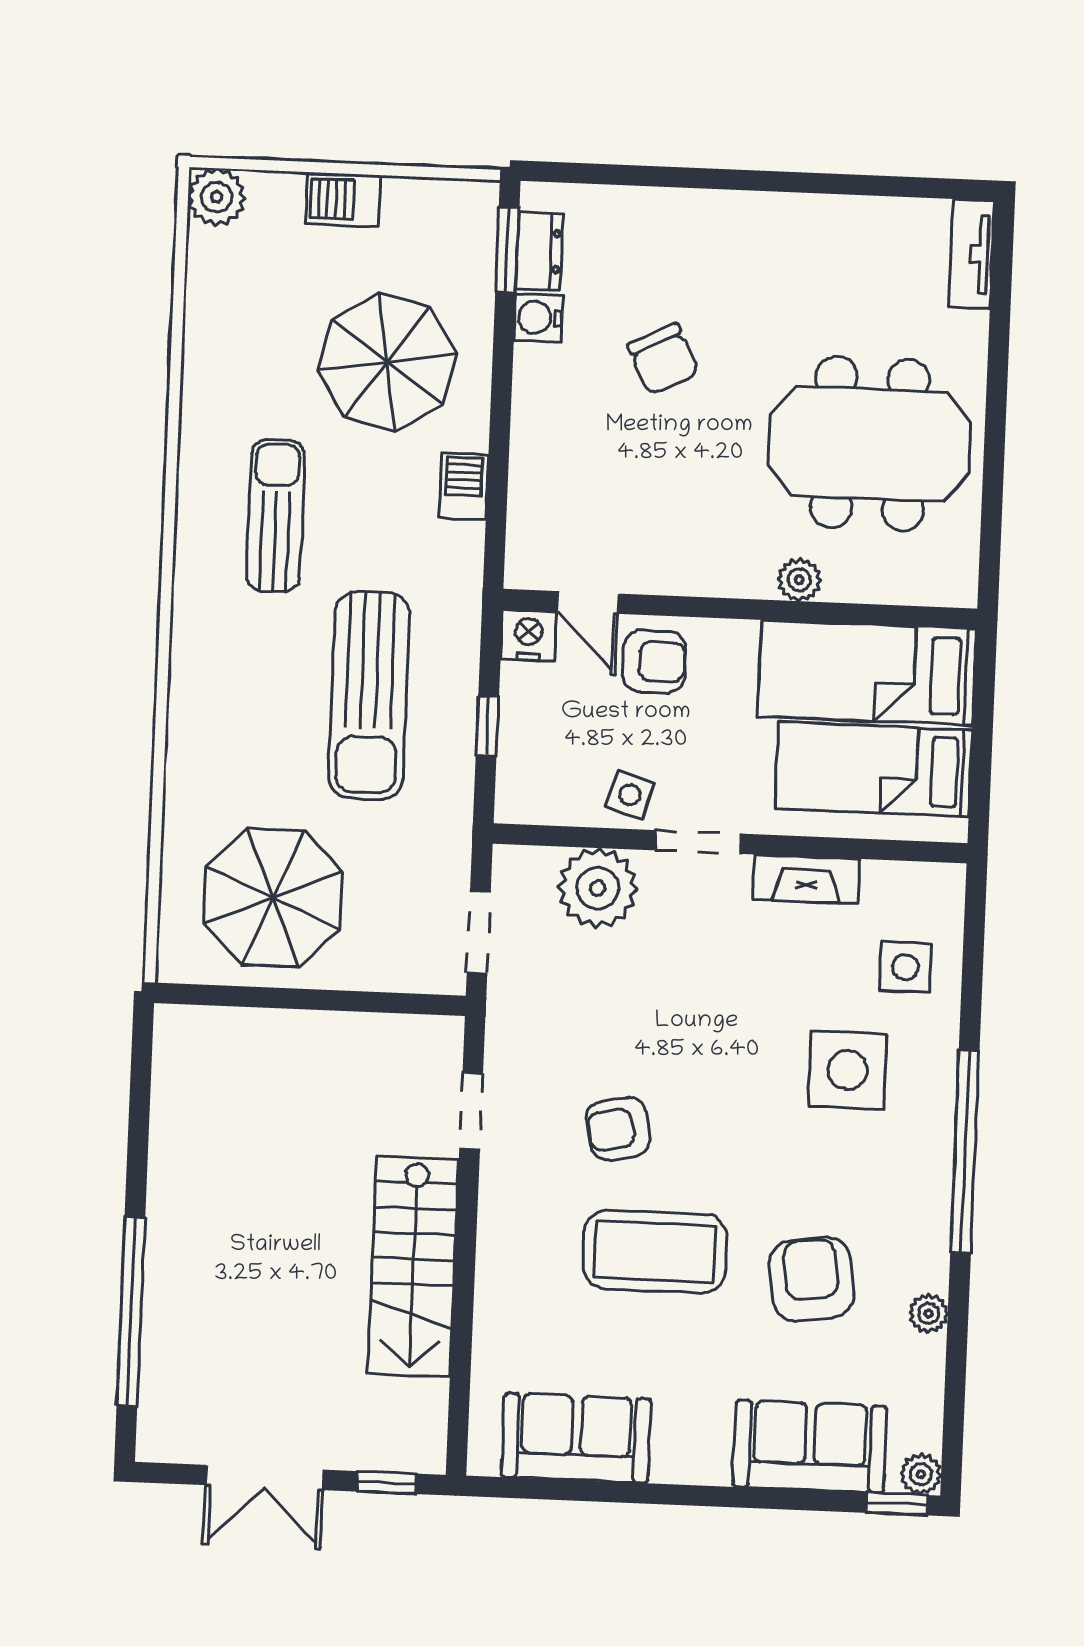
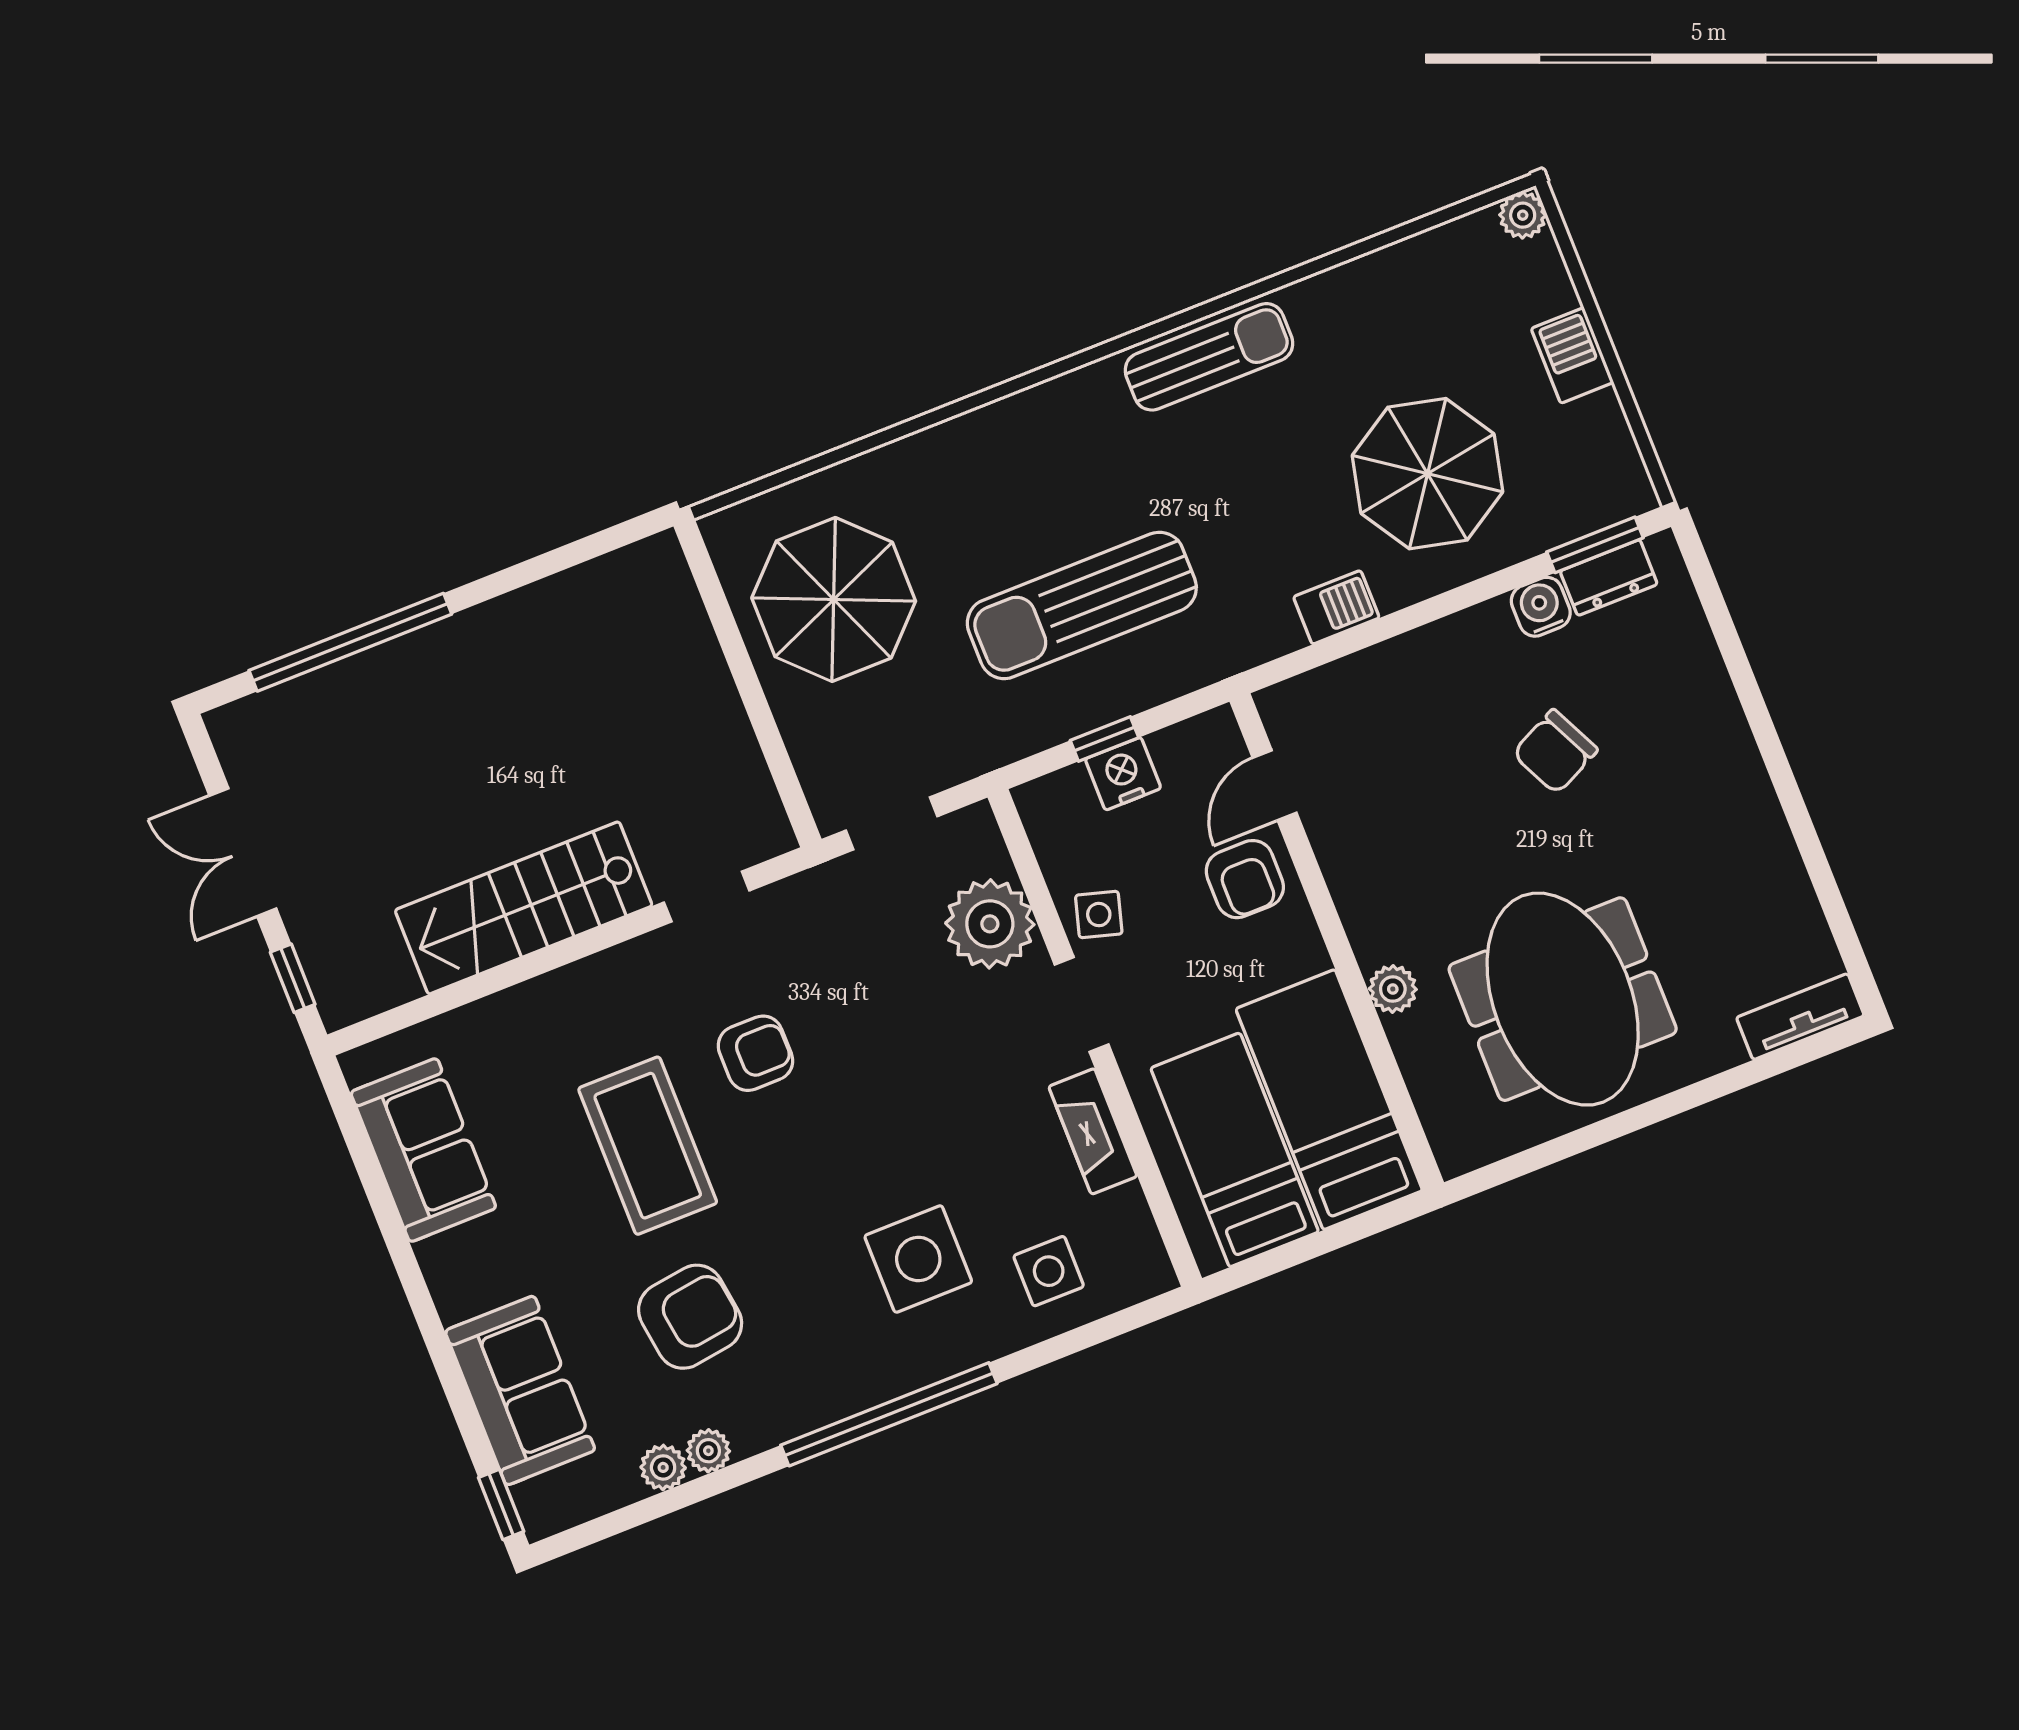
plant: (217, 197) -> (1523, 215), width x0.73, depth x0.73
sun lounger: (276, 516) -> (1209, 357), moved
nightstand: (529, 635) -> (1123, 774), moved, turned -90
armchair: (618, 1129) -> (755, 1053), turned 101
plant: (921, 1474) -> (663, 1467), moved

